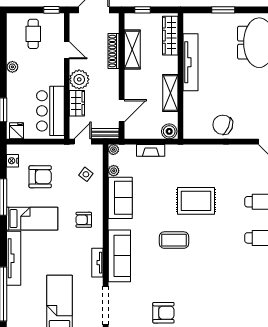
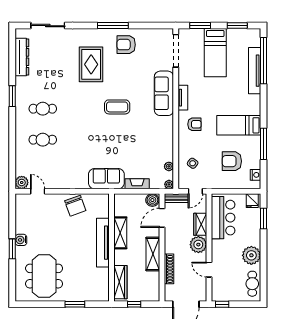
window: (142, 10) -> (134, 304), moved
cafe table: (33, 34) -> (252, 284), moved
shelving: (132, 50) -> (153, 254), moved
tv unit: (190, 62) -> (103, 243), moved
plant: (12, 67) -> (251, 255), width x1.87, depth x1.87
chair: (223, 125) -> (75, 206), turned 48
boiler: (169, 131) -> (152, 200), moved
sofa: (120, 198) -> (106, 179), moved, turned 90
rug: (196, 201) -> (91, 64), moved, turned 90
tv unit: (14, 258) -> (255, 71), moved
tv unit: (97, 263) -> (183, 98), moved

